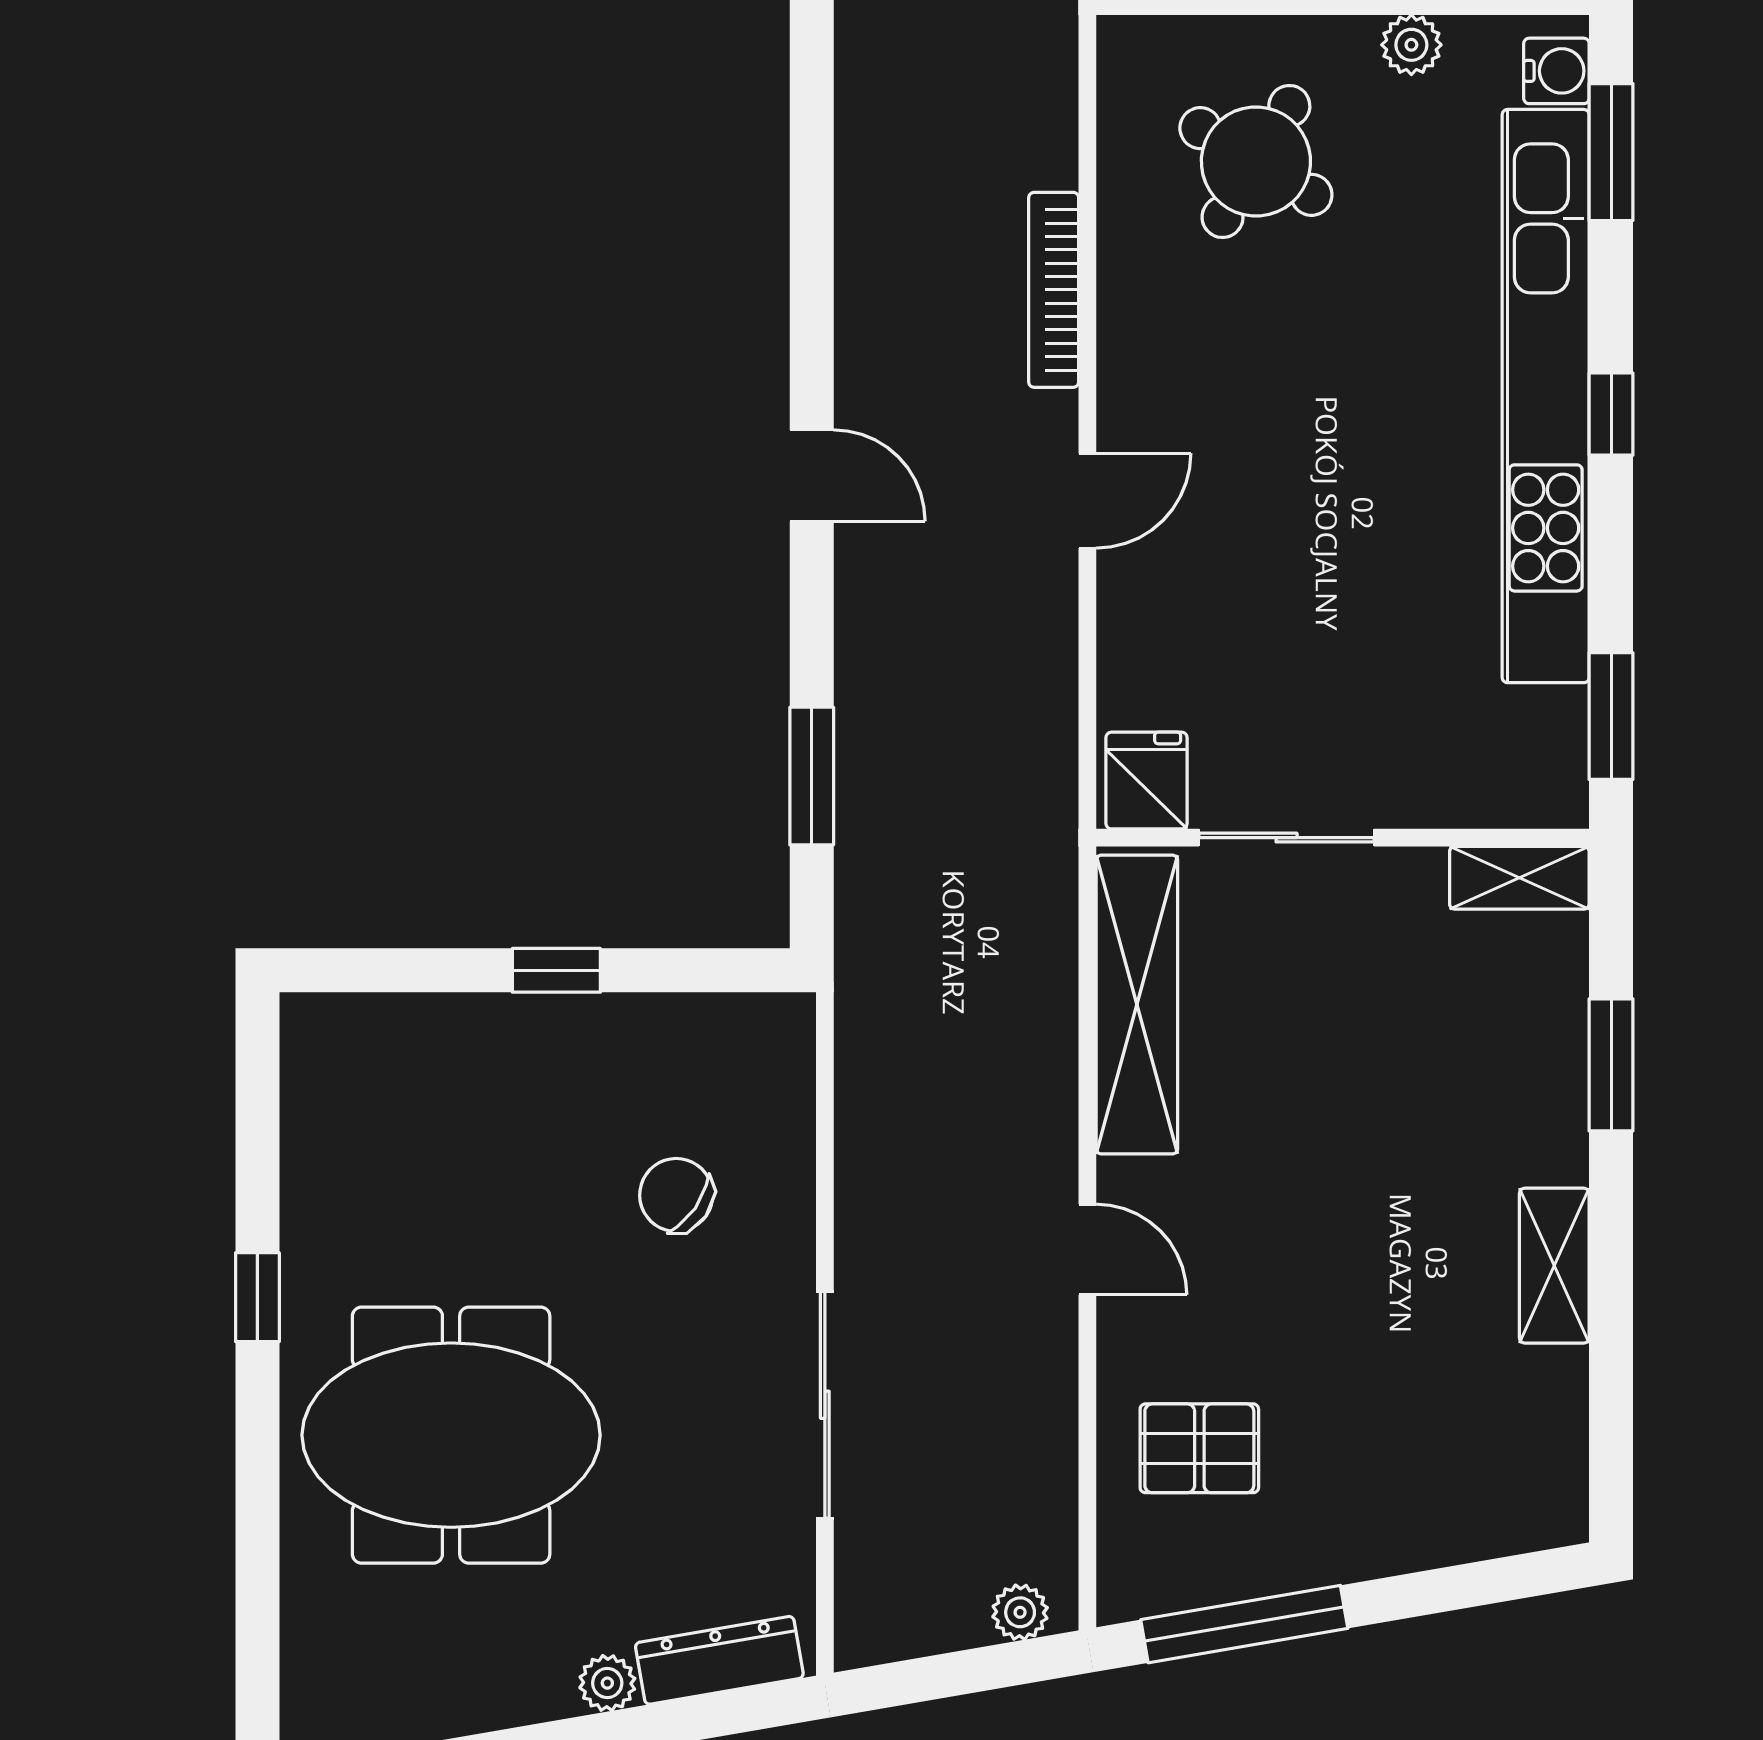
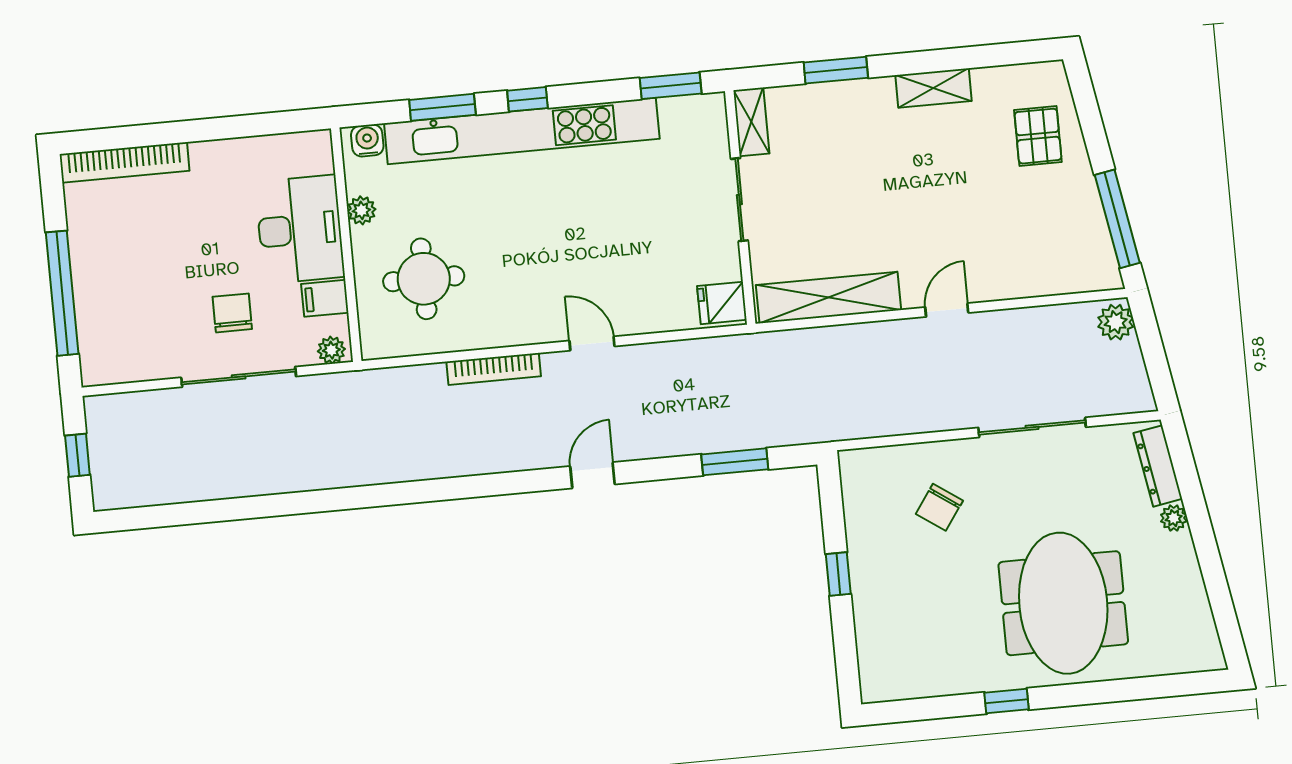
window: (1611, 152) -> (442, 107), moved
round table: (1256, 161) -> (424, 279), turned -31
sliding door: (1287, 838) -> (739, 200), moved
pallet: (1199, 1448) -> (1038, 136), moved
plant: (1020, 1612) -> (1116, 322), width x1.38, depth x1.38

